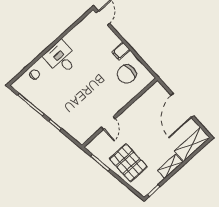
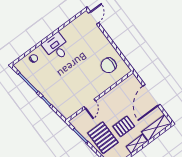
filing cabinet: (121, 51) -> (106, 46), removed
pallet: (152, 147) -> (124, 126), added

